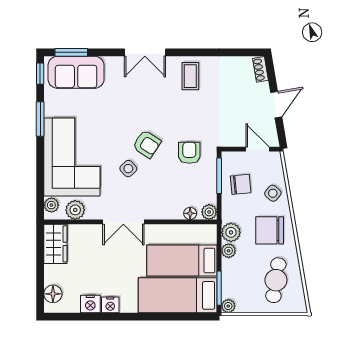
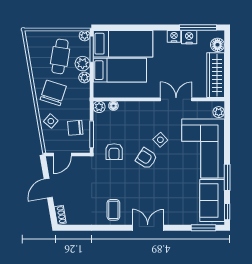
sofa: (76, 72) -> (212, 201), moved, turned -90
door: (258, 149) -> (62, 155), hinge flipped
plant: (75, 210) -> (201, 108), removed
double door: (123, 222) -> (176, 99), moved
chair: (270, 230) -> (53, 93), turned -72
plant: (231, 232) -> (83, 64), moved
wardrobe: (55, 244) -> (216, 75), width x1.50
cafe table: (276, 280) -> (60, 56), moved
window: (79, 317) -> (198, 27), added

